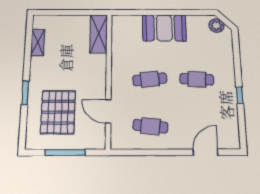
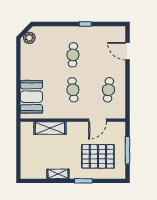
booth: (164, 28) -> (31, 97), moved
shelving: (99, 34) -> (50, 128), moved
shelving: (38, 42) -> (58, 174), moved

